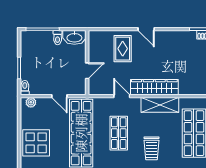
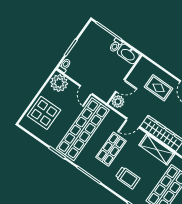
rug: (123, 49) -> (159, 88), turned 90
plant: (95, 86) -> (118, 101), added
door: (122, 96) -> (133, 123), swing flipped
plant: (31, 102) -> (59, 83), width x1.87, depth x1.87
trolley: (152, 148) -> (128, 178), turned -90

